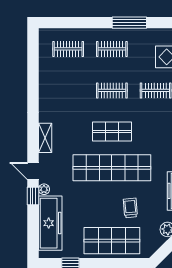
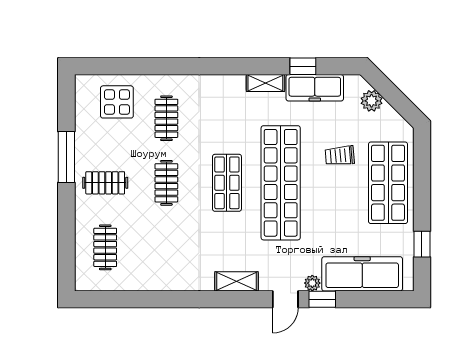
clothes rail: (112, 49) -> (105, 183), turned 90

